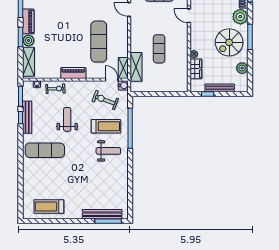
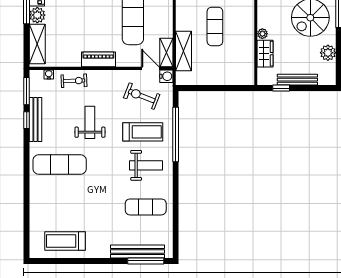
exercise mat: (108, 181) -> (146, 207), added

